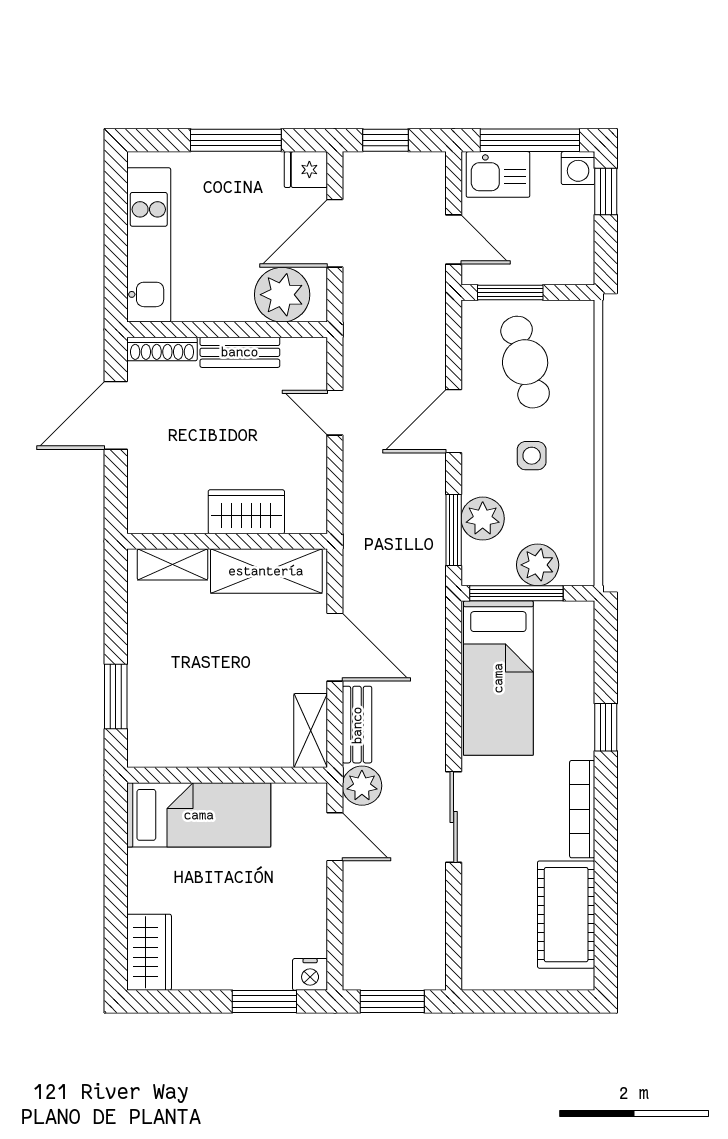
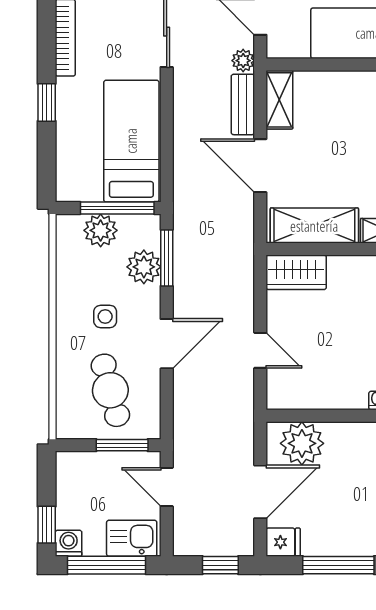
bench: (240, 352) -> (335, 398), removed
wardrobe: (246, 512) -> (296, 272), moved
plant: (362, 786) -> (243, 61), width x0.73, depth x0.73

